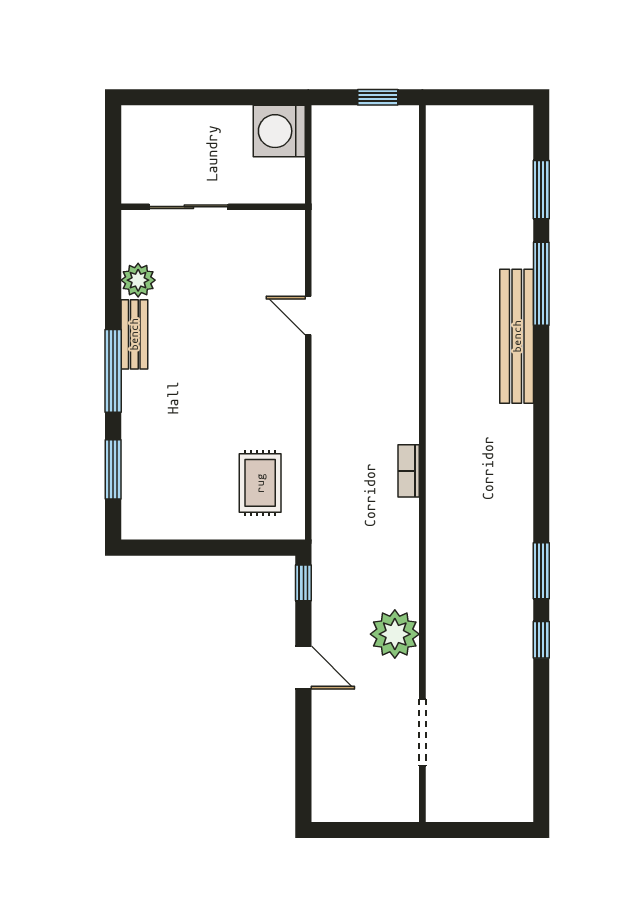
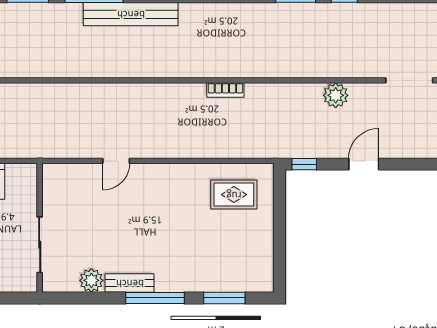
plant: (395, 634) -> (336, 95), width x0.73, depth x0.73

